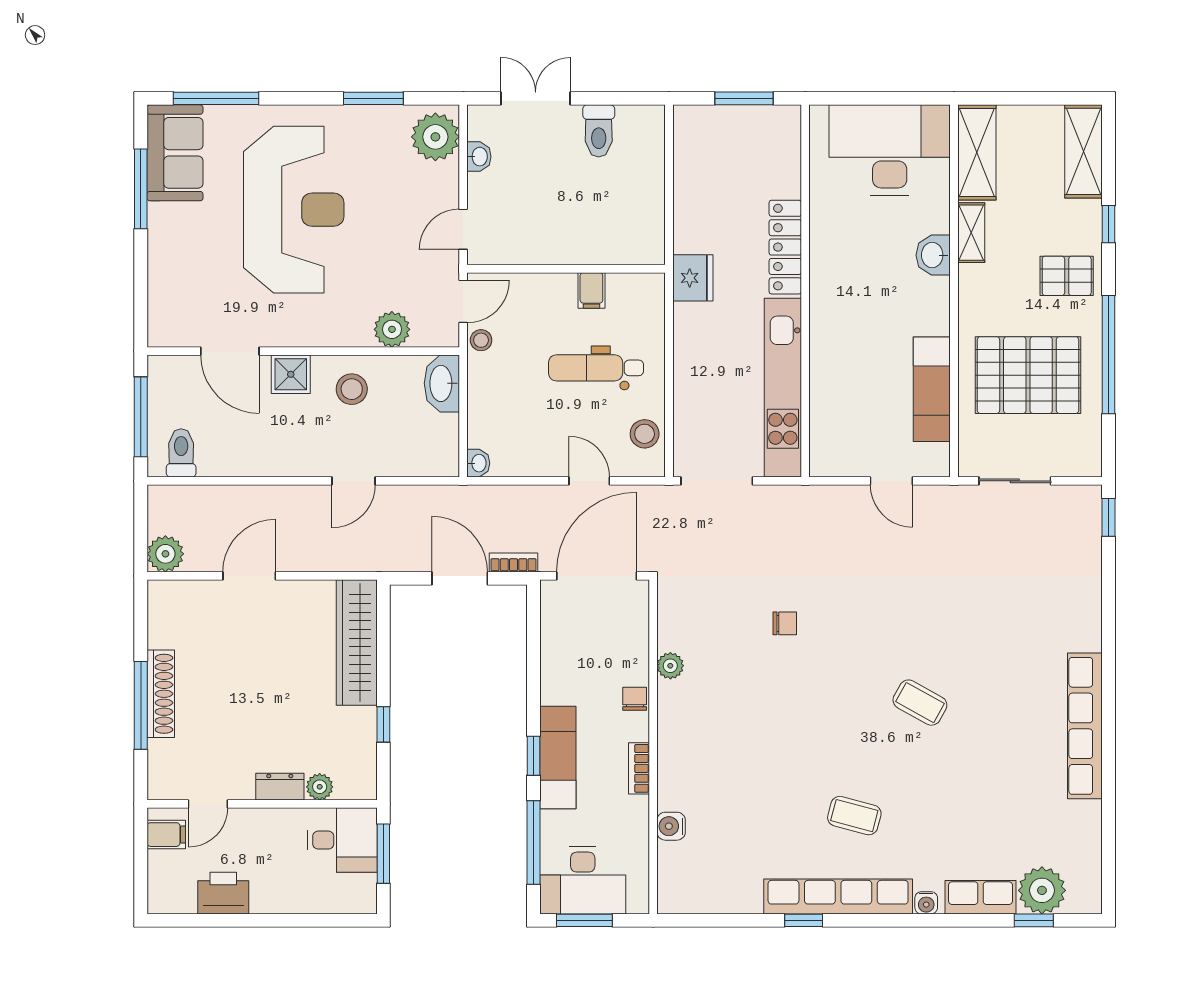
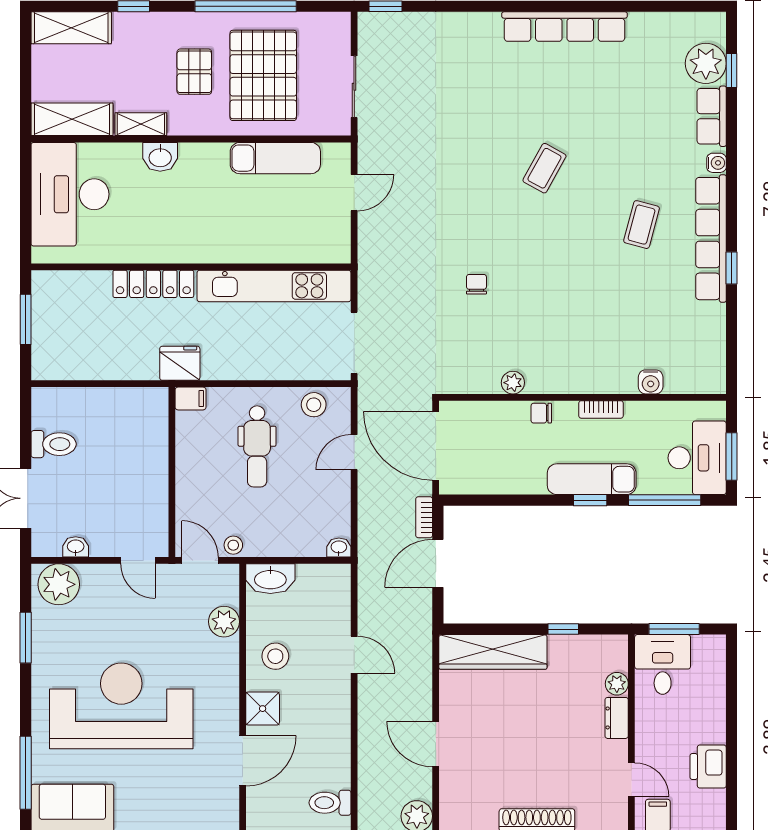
pallet: (1067, 276) -> (194, 72), moved
filing cabinet: (591, 290) -> (191, 399), moved

